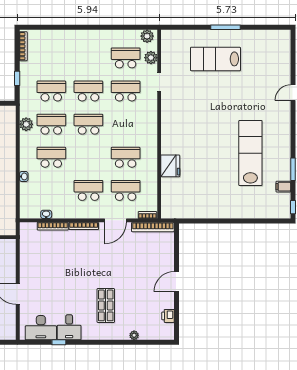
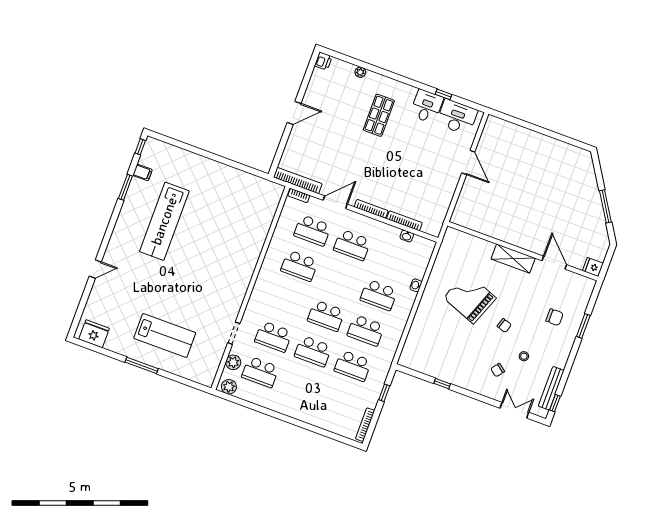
plant: (26, 124) -> (393, 340), removed
fridge: (170, 166) -> (94, 334), moved, turned 90
printer: (168, 316) -> (323, 61), moved

